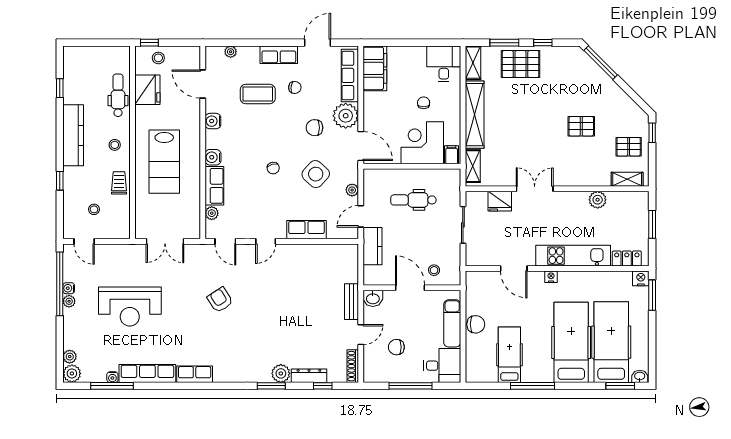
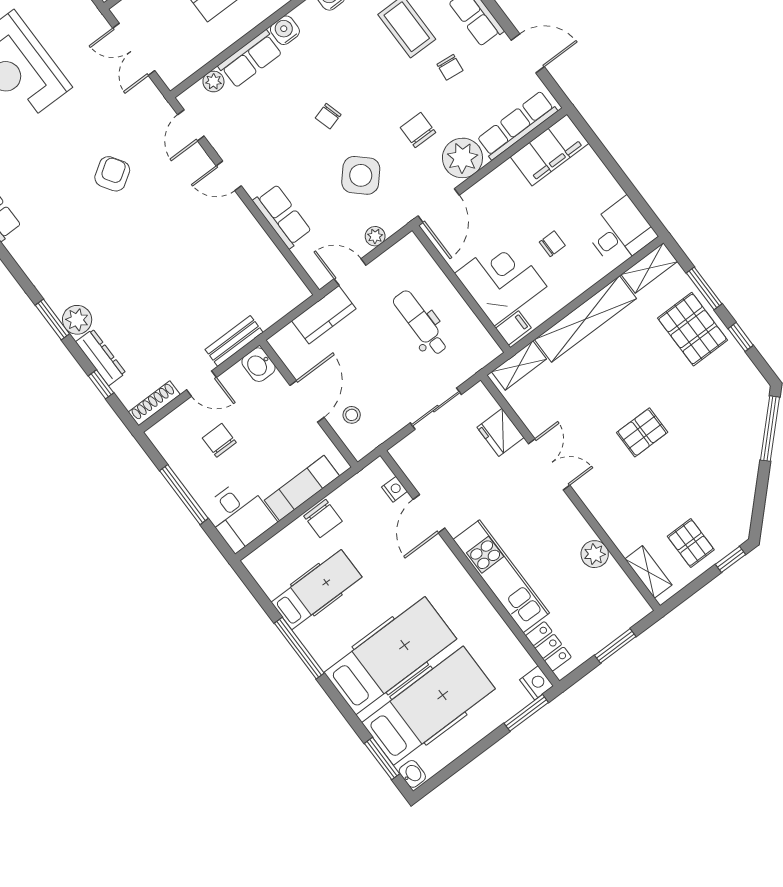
pallet: (581, 126) -> (642, 432), moved, turned 90
nightstand: (551, 277) -> (395, 489), moved

